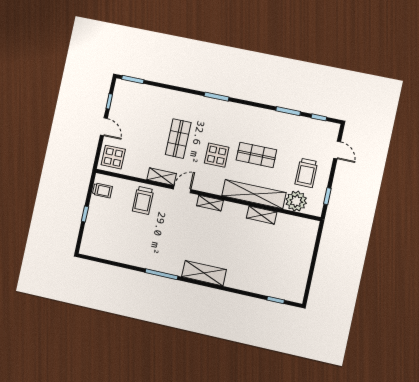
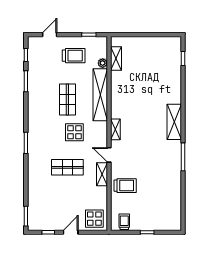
plant: (296, 201) -> (103, 63), width x0.53, depth x0.53
shelving: (262, 215) -> (116, 58), moved

